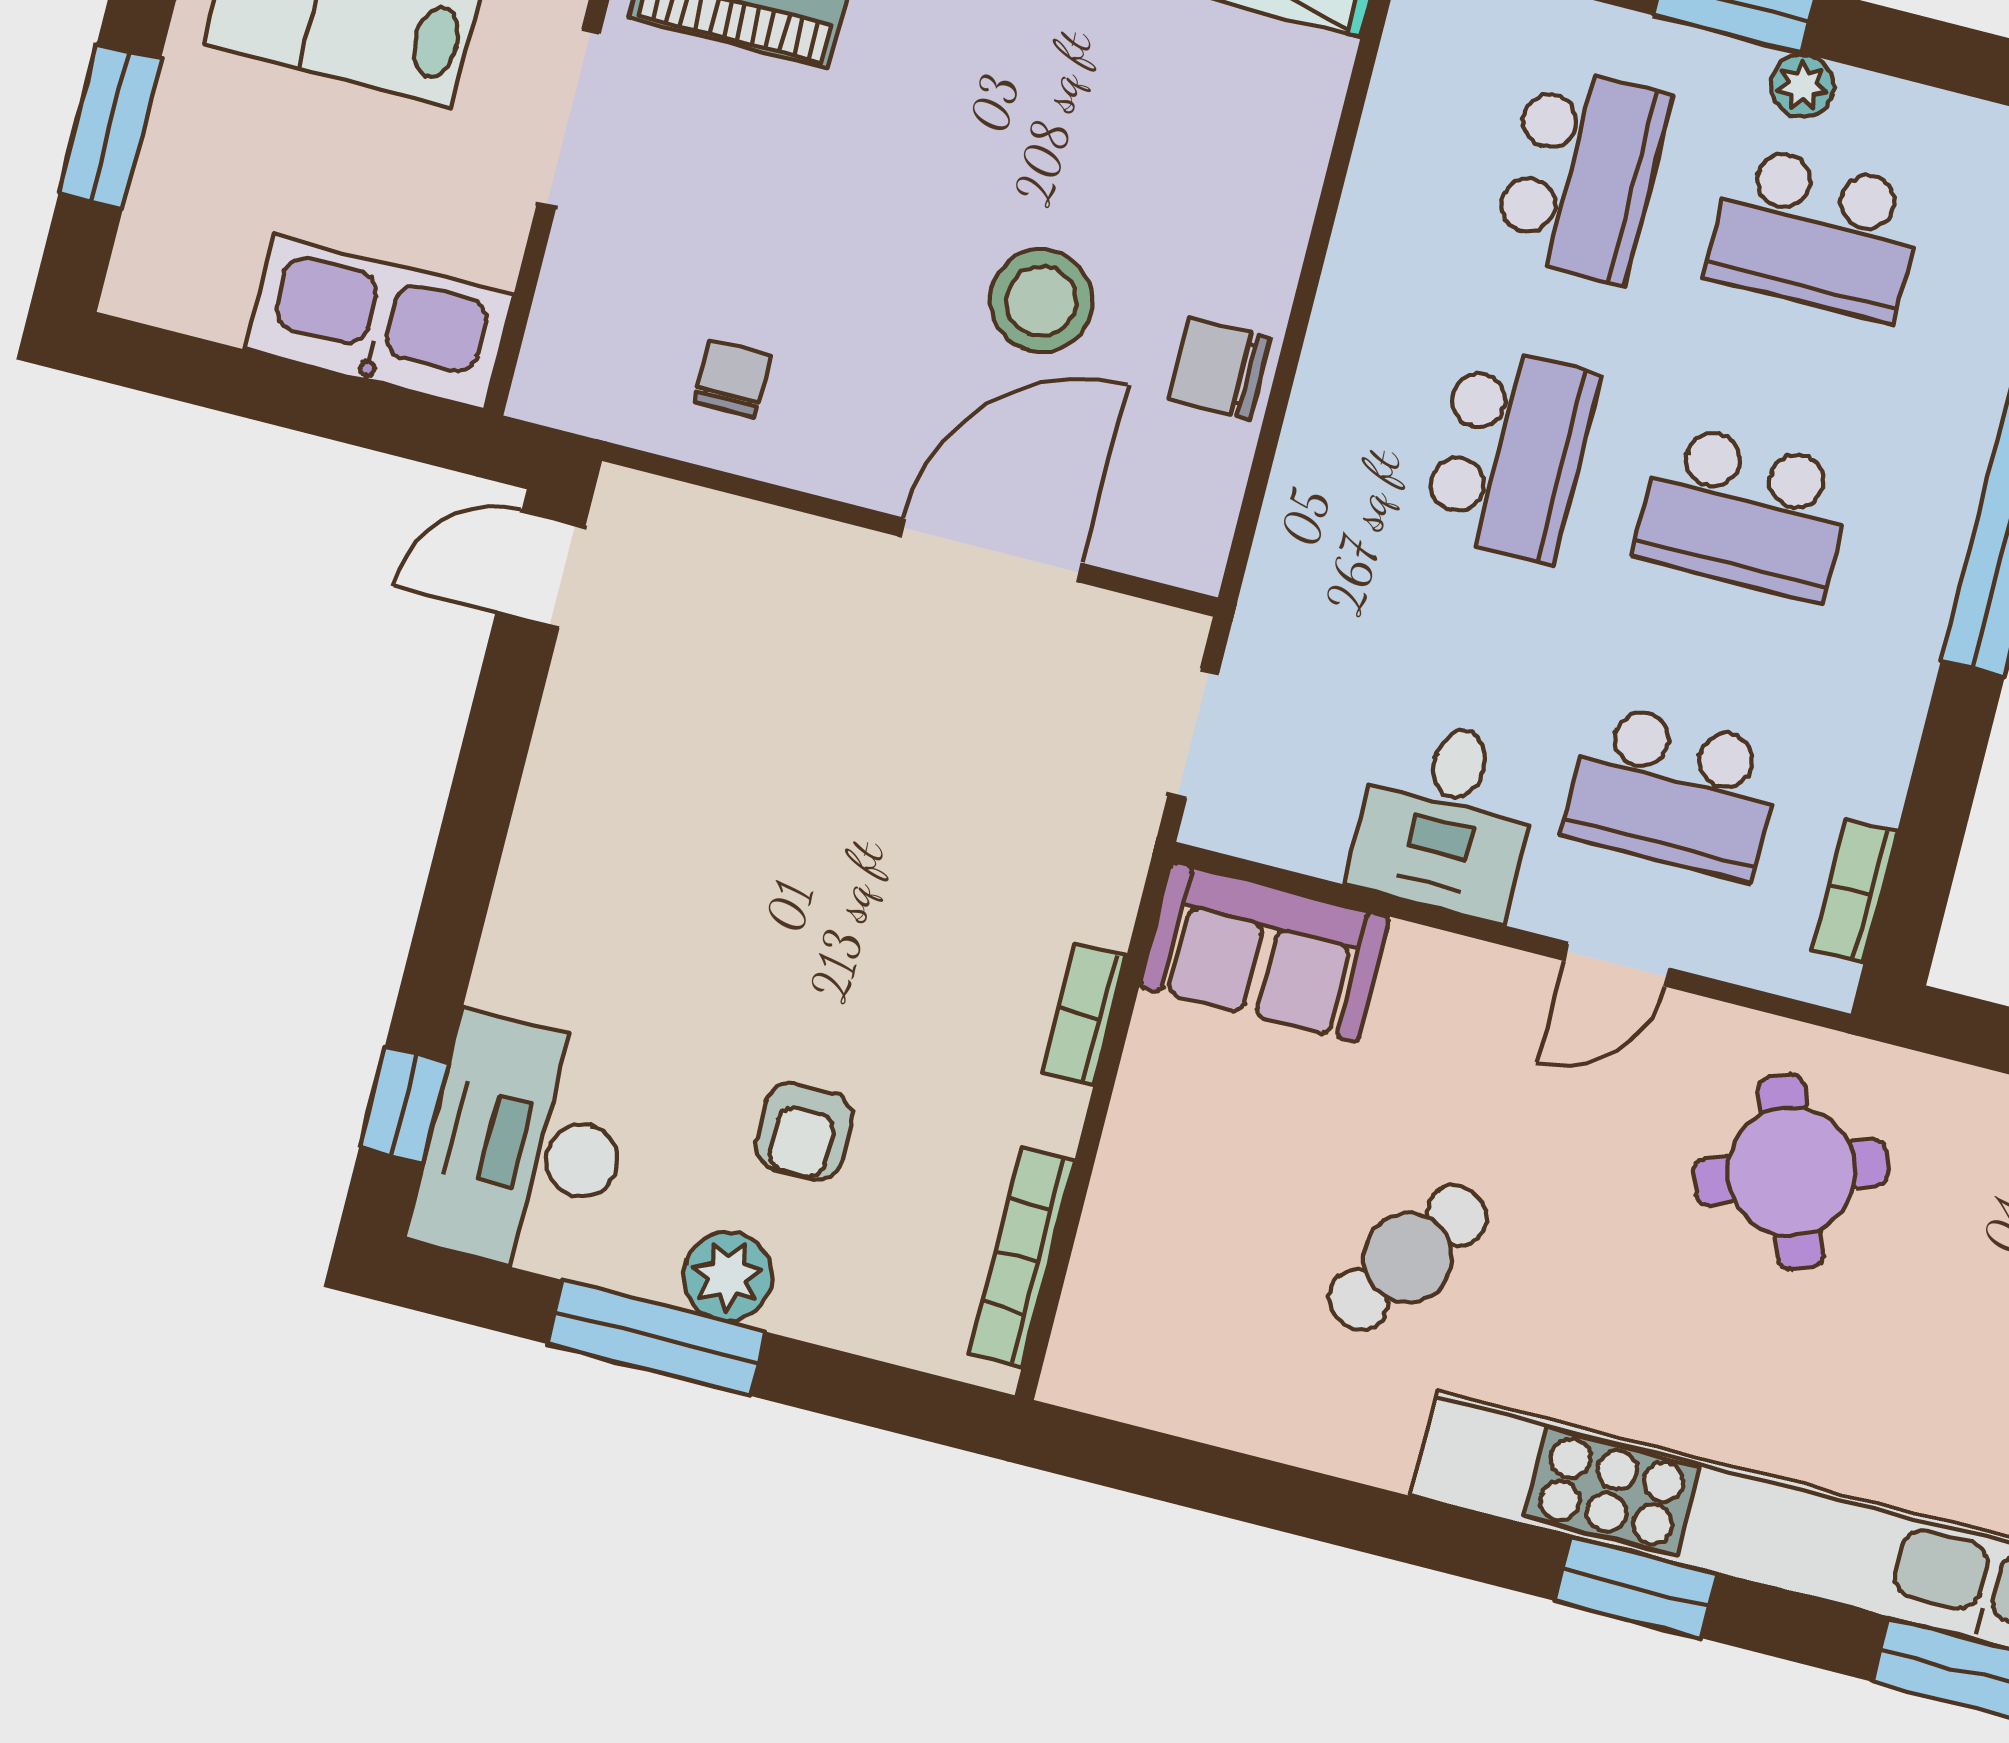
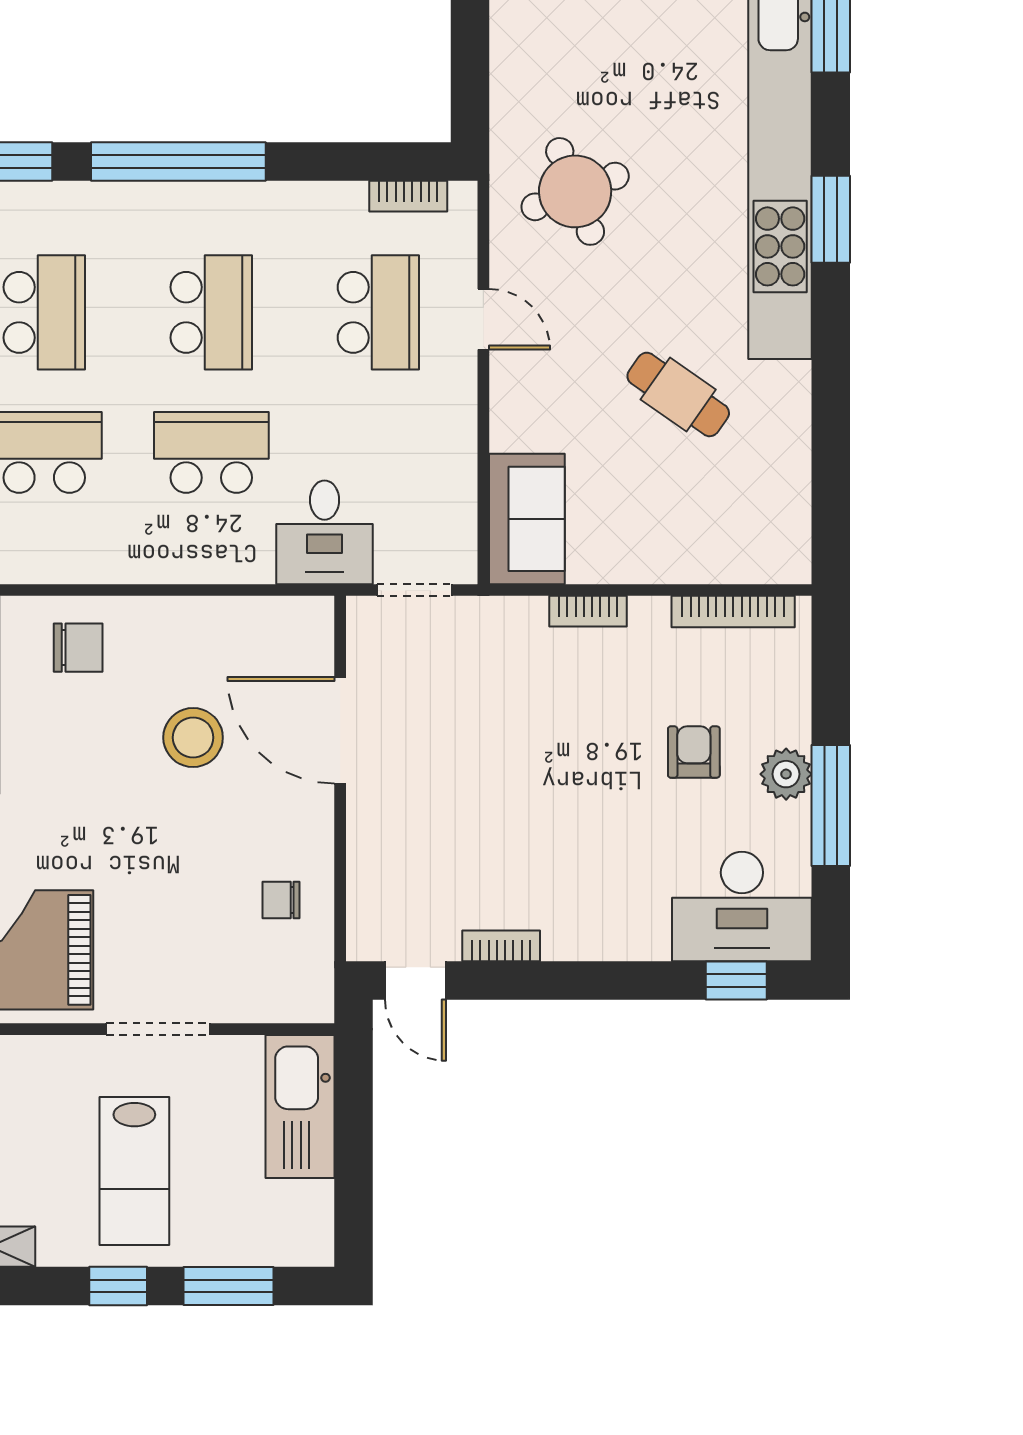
chair: (1220, 368) -> (78, 648), moved, turned -90
bookcase: (562, 727) -> (501, 946), added
desk: (1446, 818) -> (325, 532), moved, turned 90
armchair: (804, 1132) -> (694, 752), turned -90

